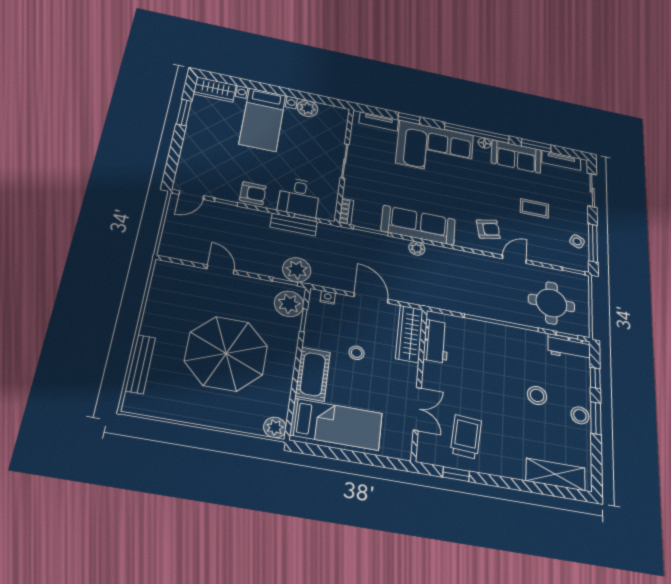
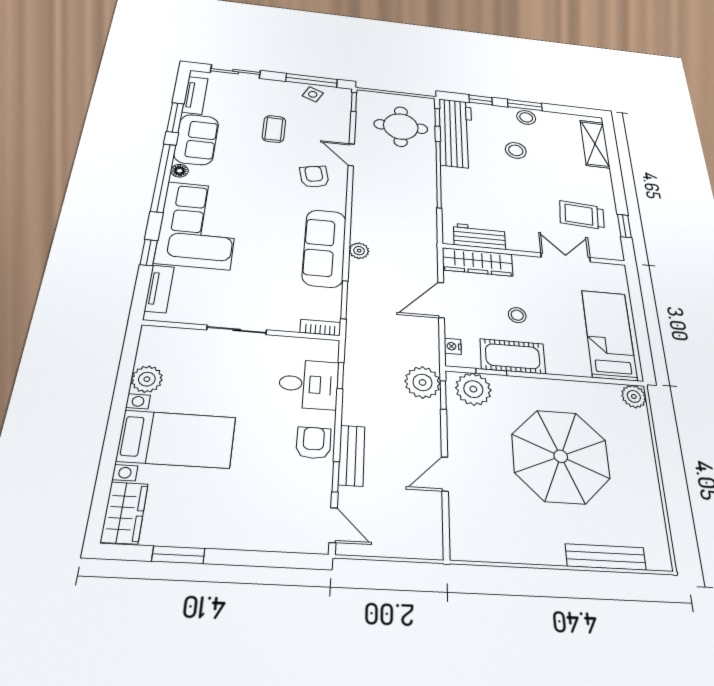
bench: (294, 224) -> (352, 455), moved
workbench: (569, 347) -> (456, 133), width x1.88, depth x1.32
cot: (313, 374) -> (513, 356), moved

